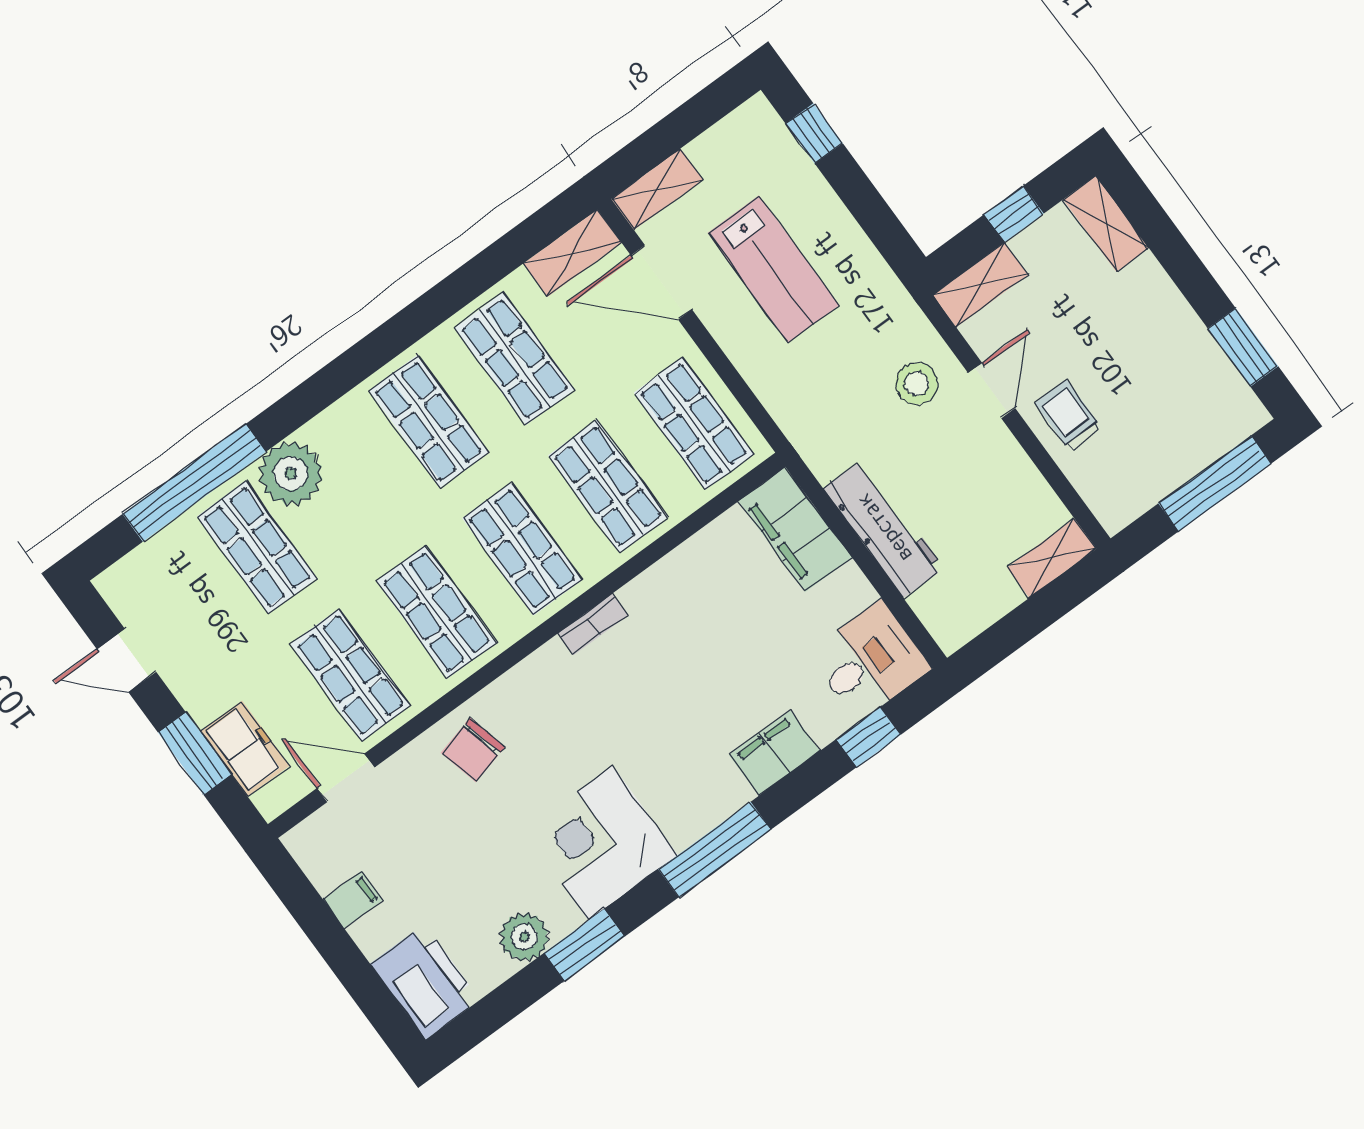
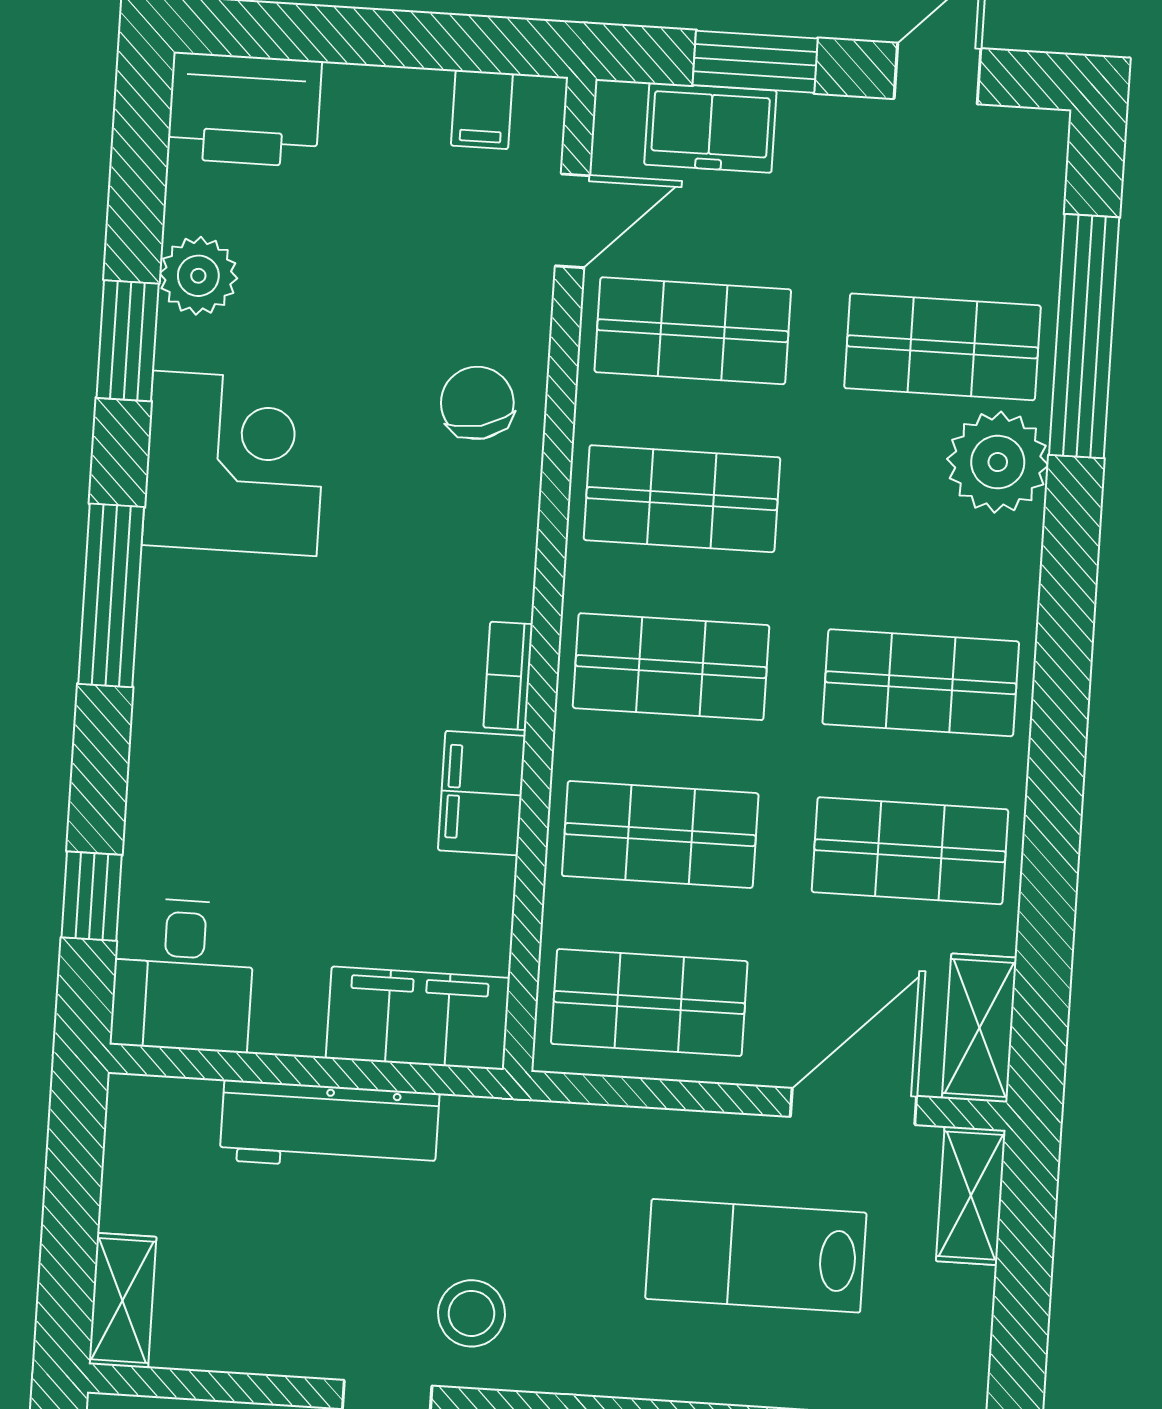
filing cabinet: (775, 753) -> (482, 793), moved, turned 180
filing cabinet: (353, 900) -> (482, 110), moved

